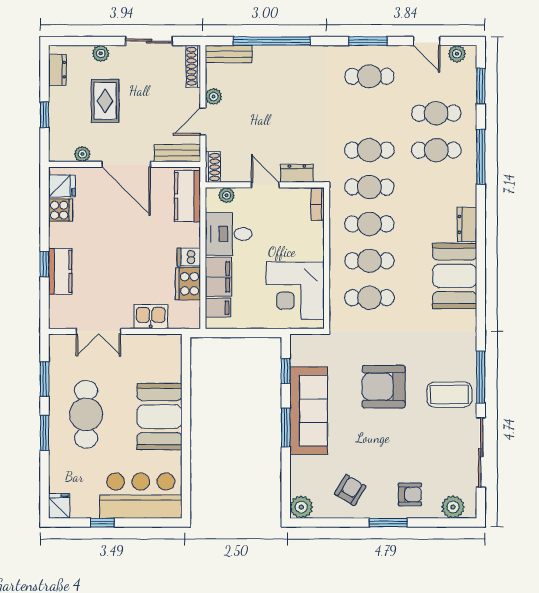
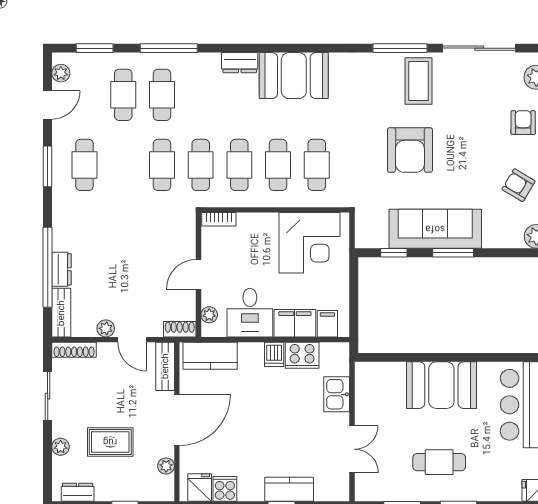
dresser: (297, 173) -> (62, 269), moved, turned 180
cafe table: (86, 414) -> (439, 462), width x0.73, depth x0.74

